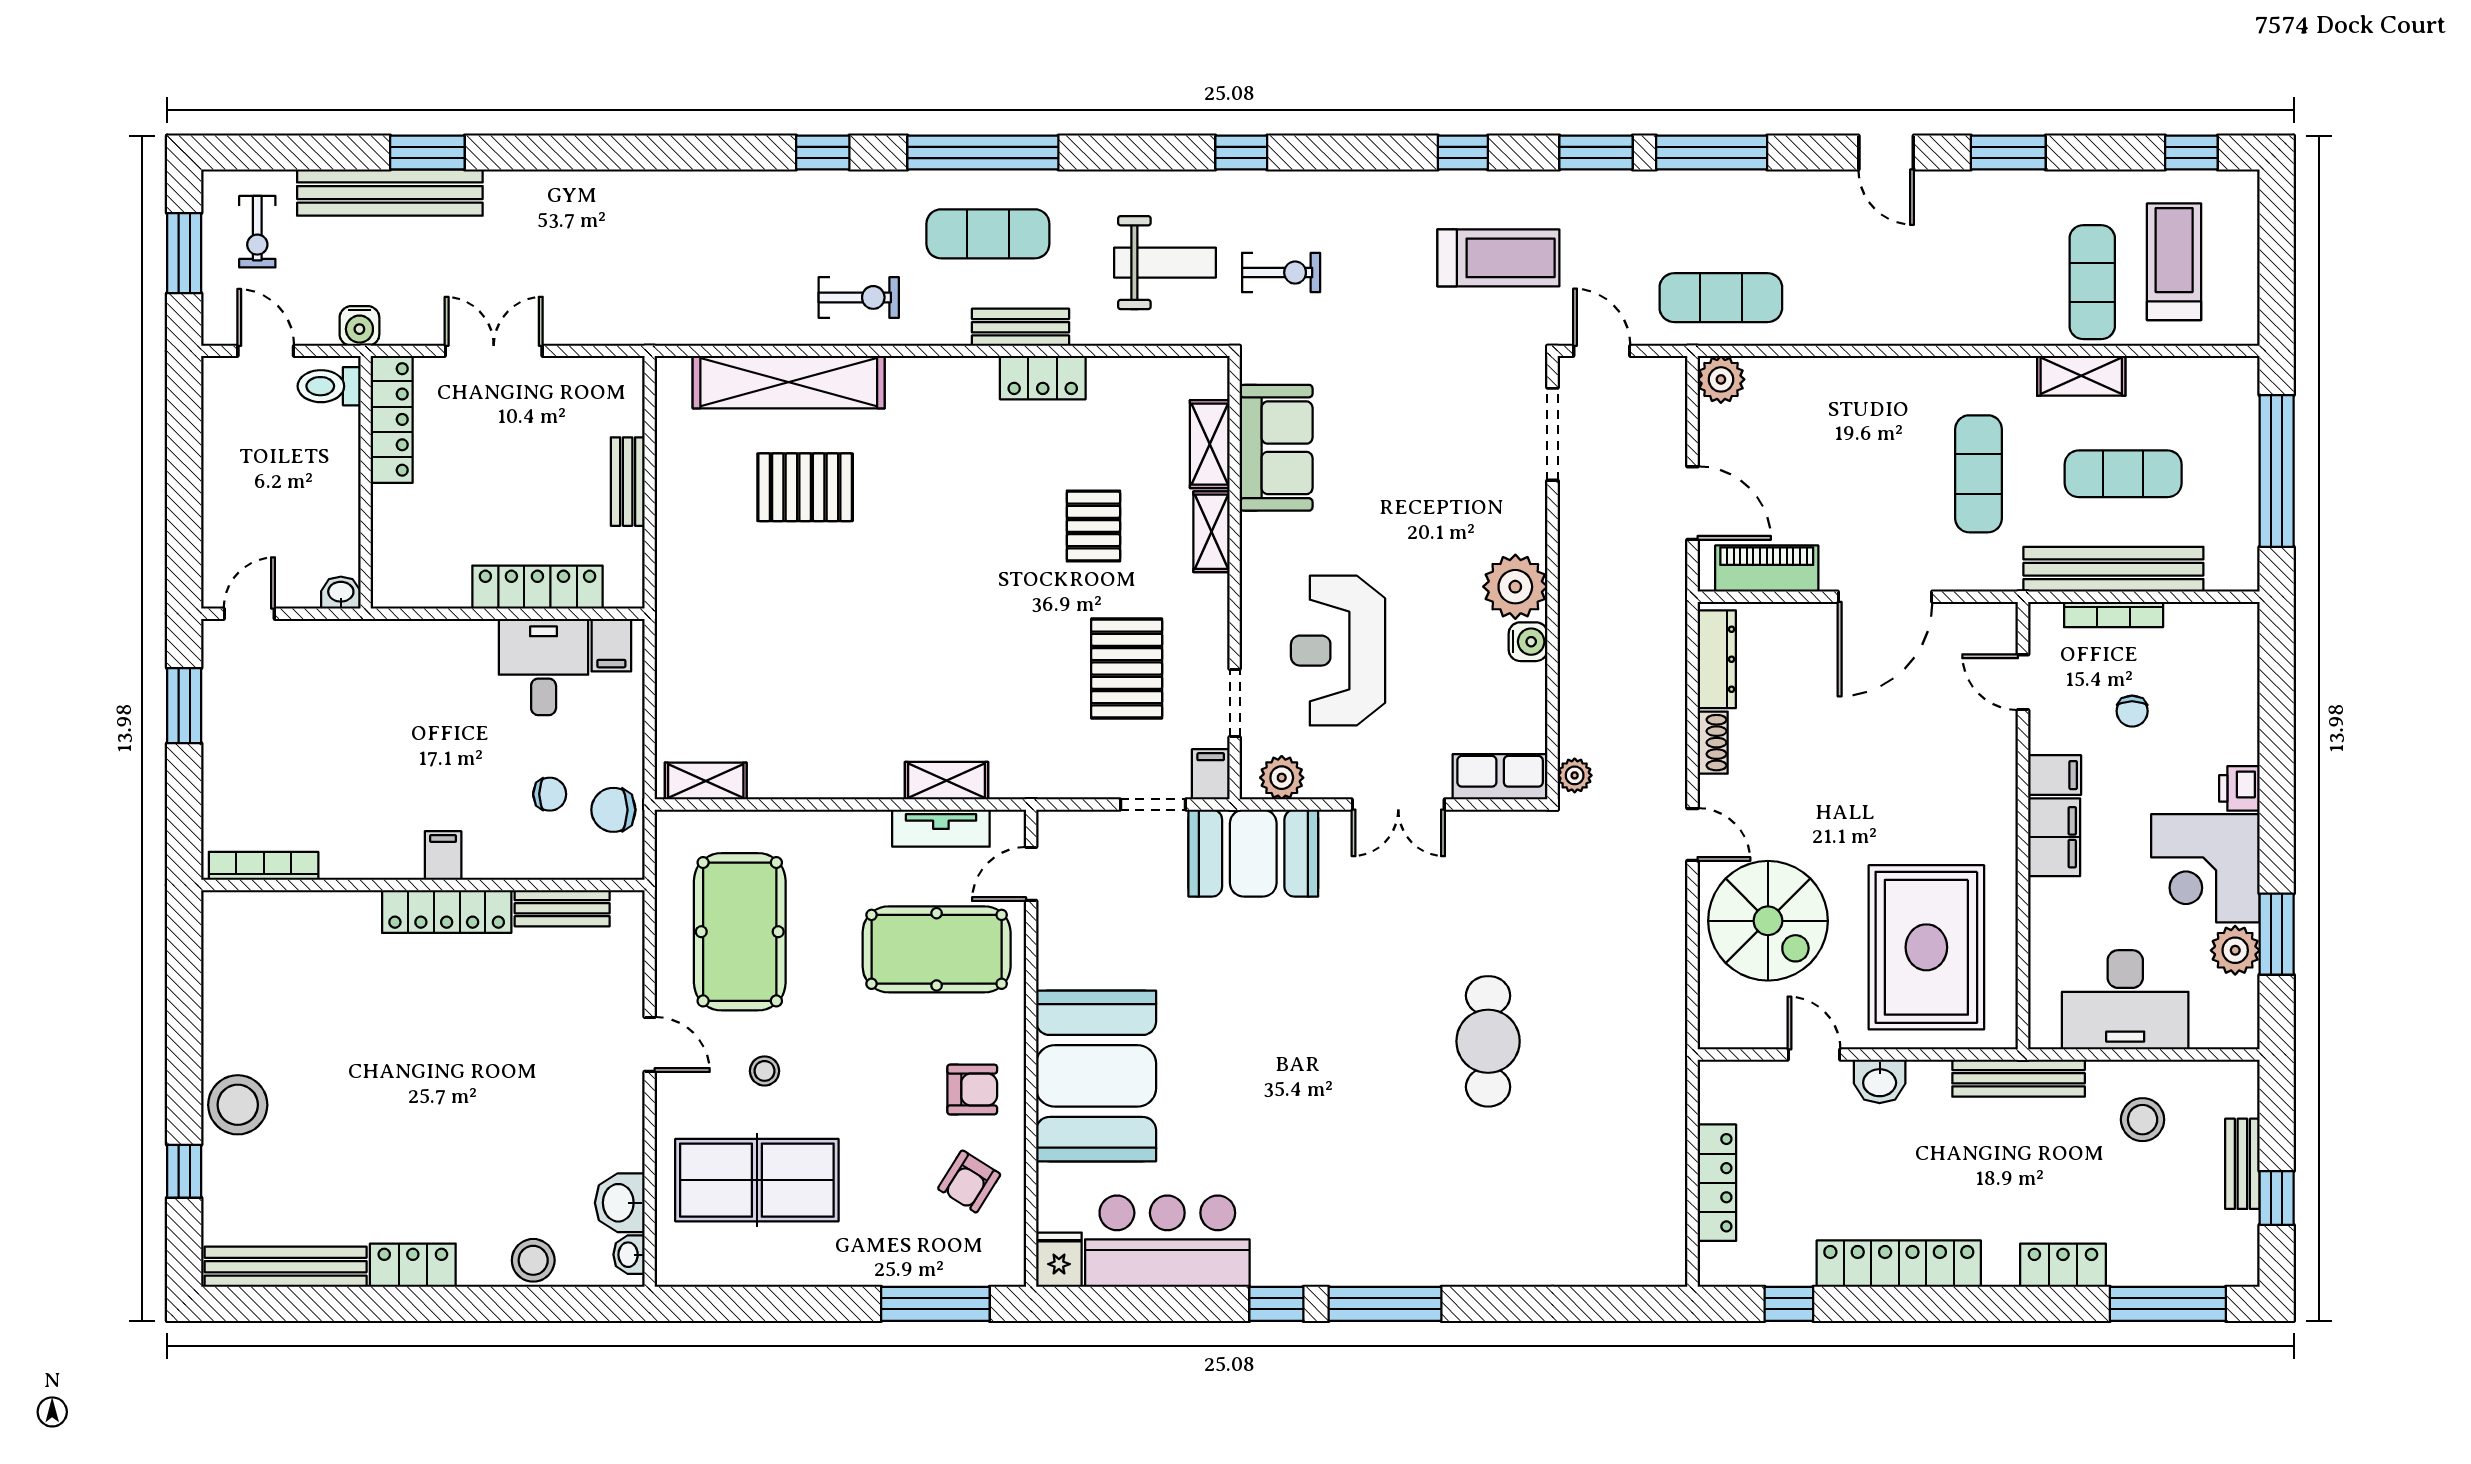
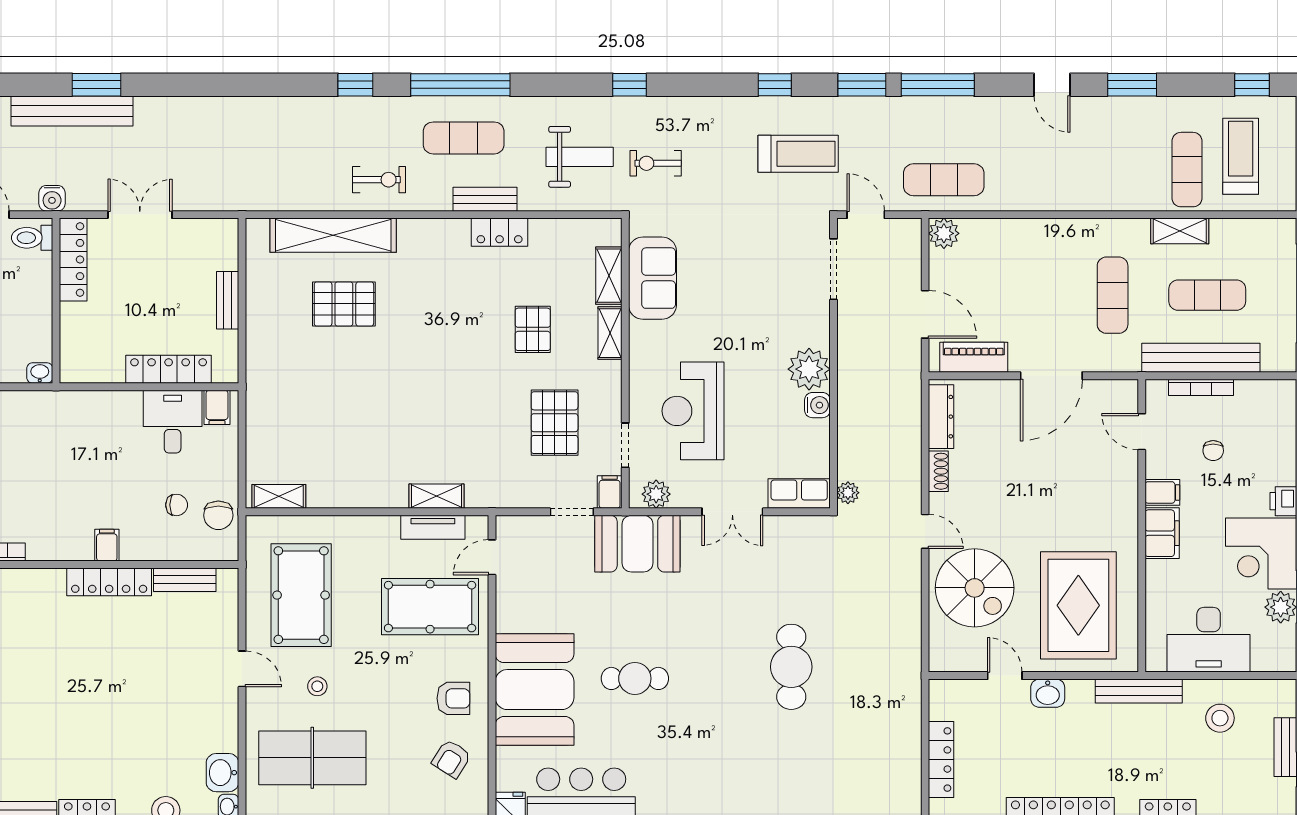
exercise bike: (1281, 273) -> (656, 163), turned 180
chair: (613, 810) -> (218, 515), turned -90
cafe table: (1249, 1059) -> (635, 678), added

